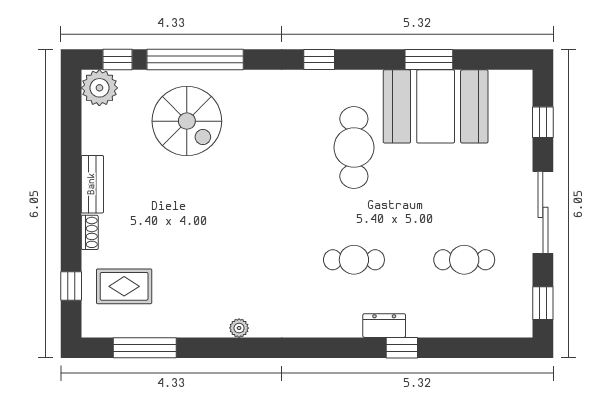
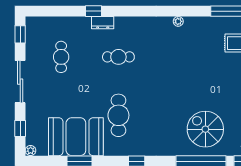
plant: (523, 80) -> (31, 151), added
cafe table: (464, 260) -> (61, 57), turned 90

